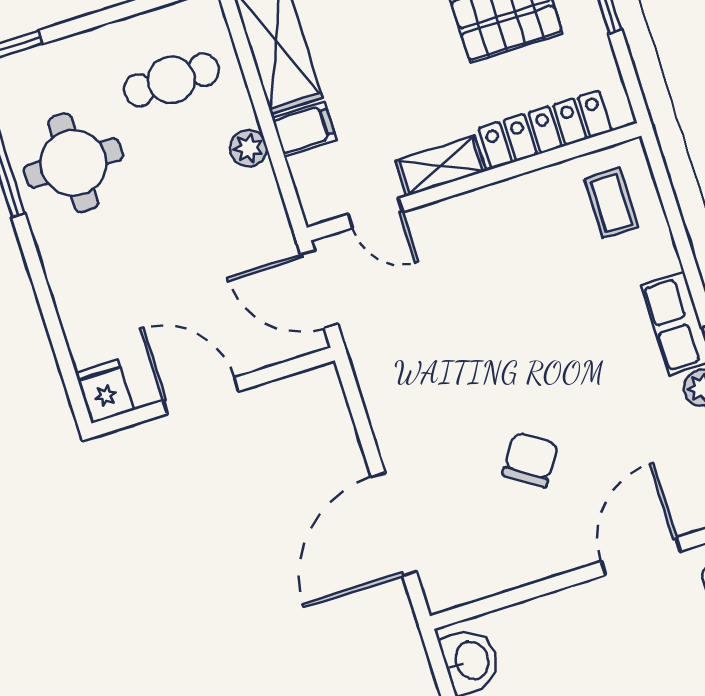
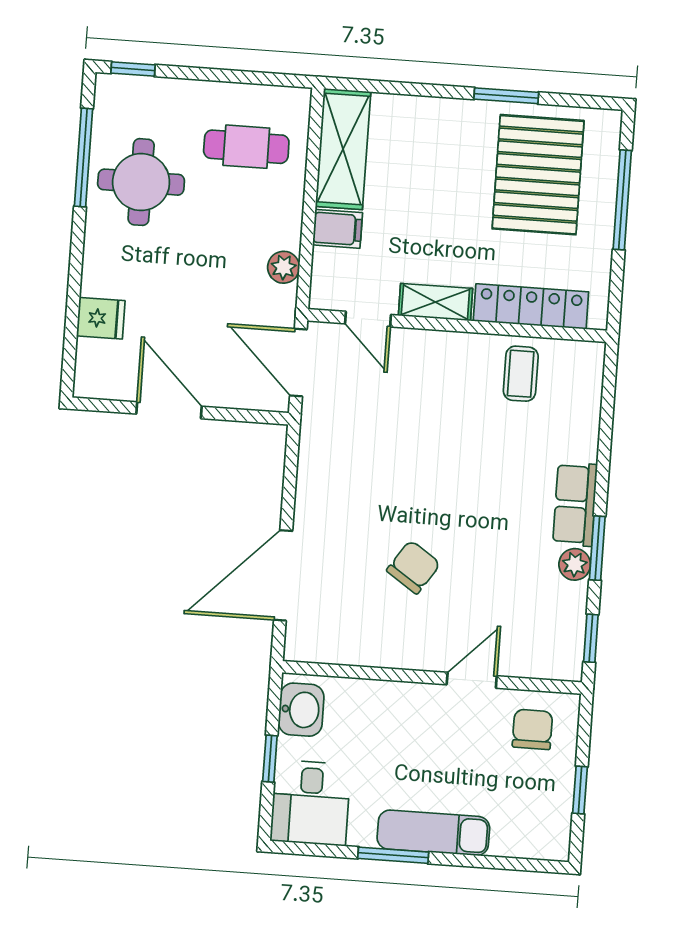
plant: (248, 148) -> (284, 267), moved
coffee table: (611, 203) -> (521, 374), moved
fridge: (105, 392) -> (101, 318), moved, turned 90
door: (641, 556) -> (472, 680), width x0.73

